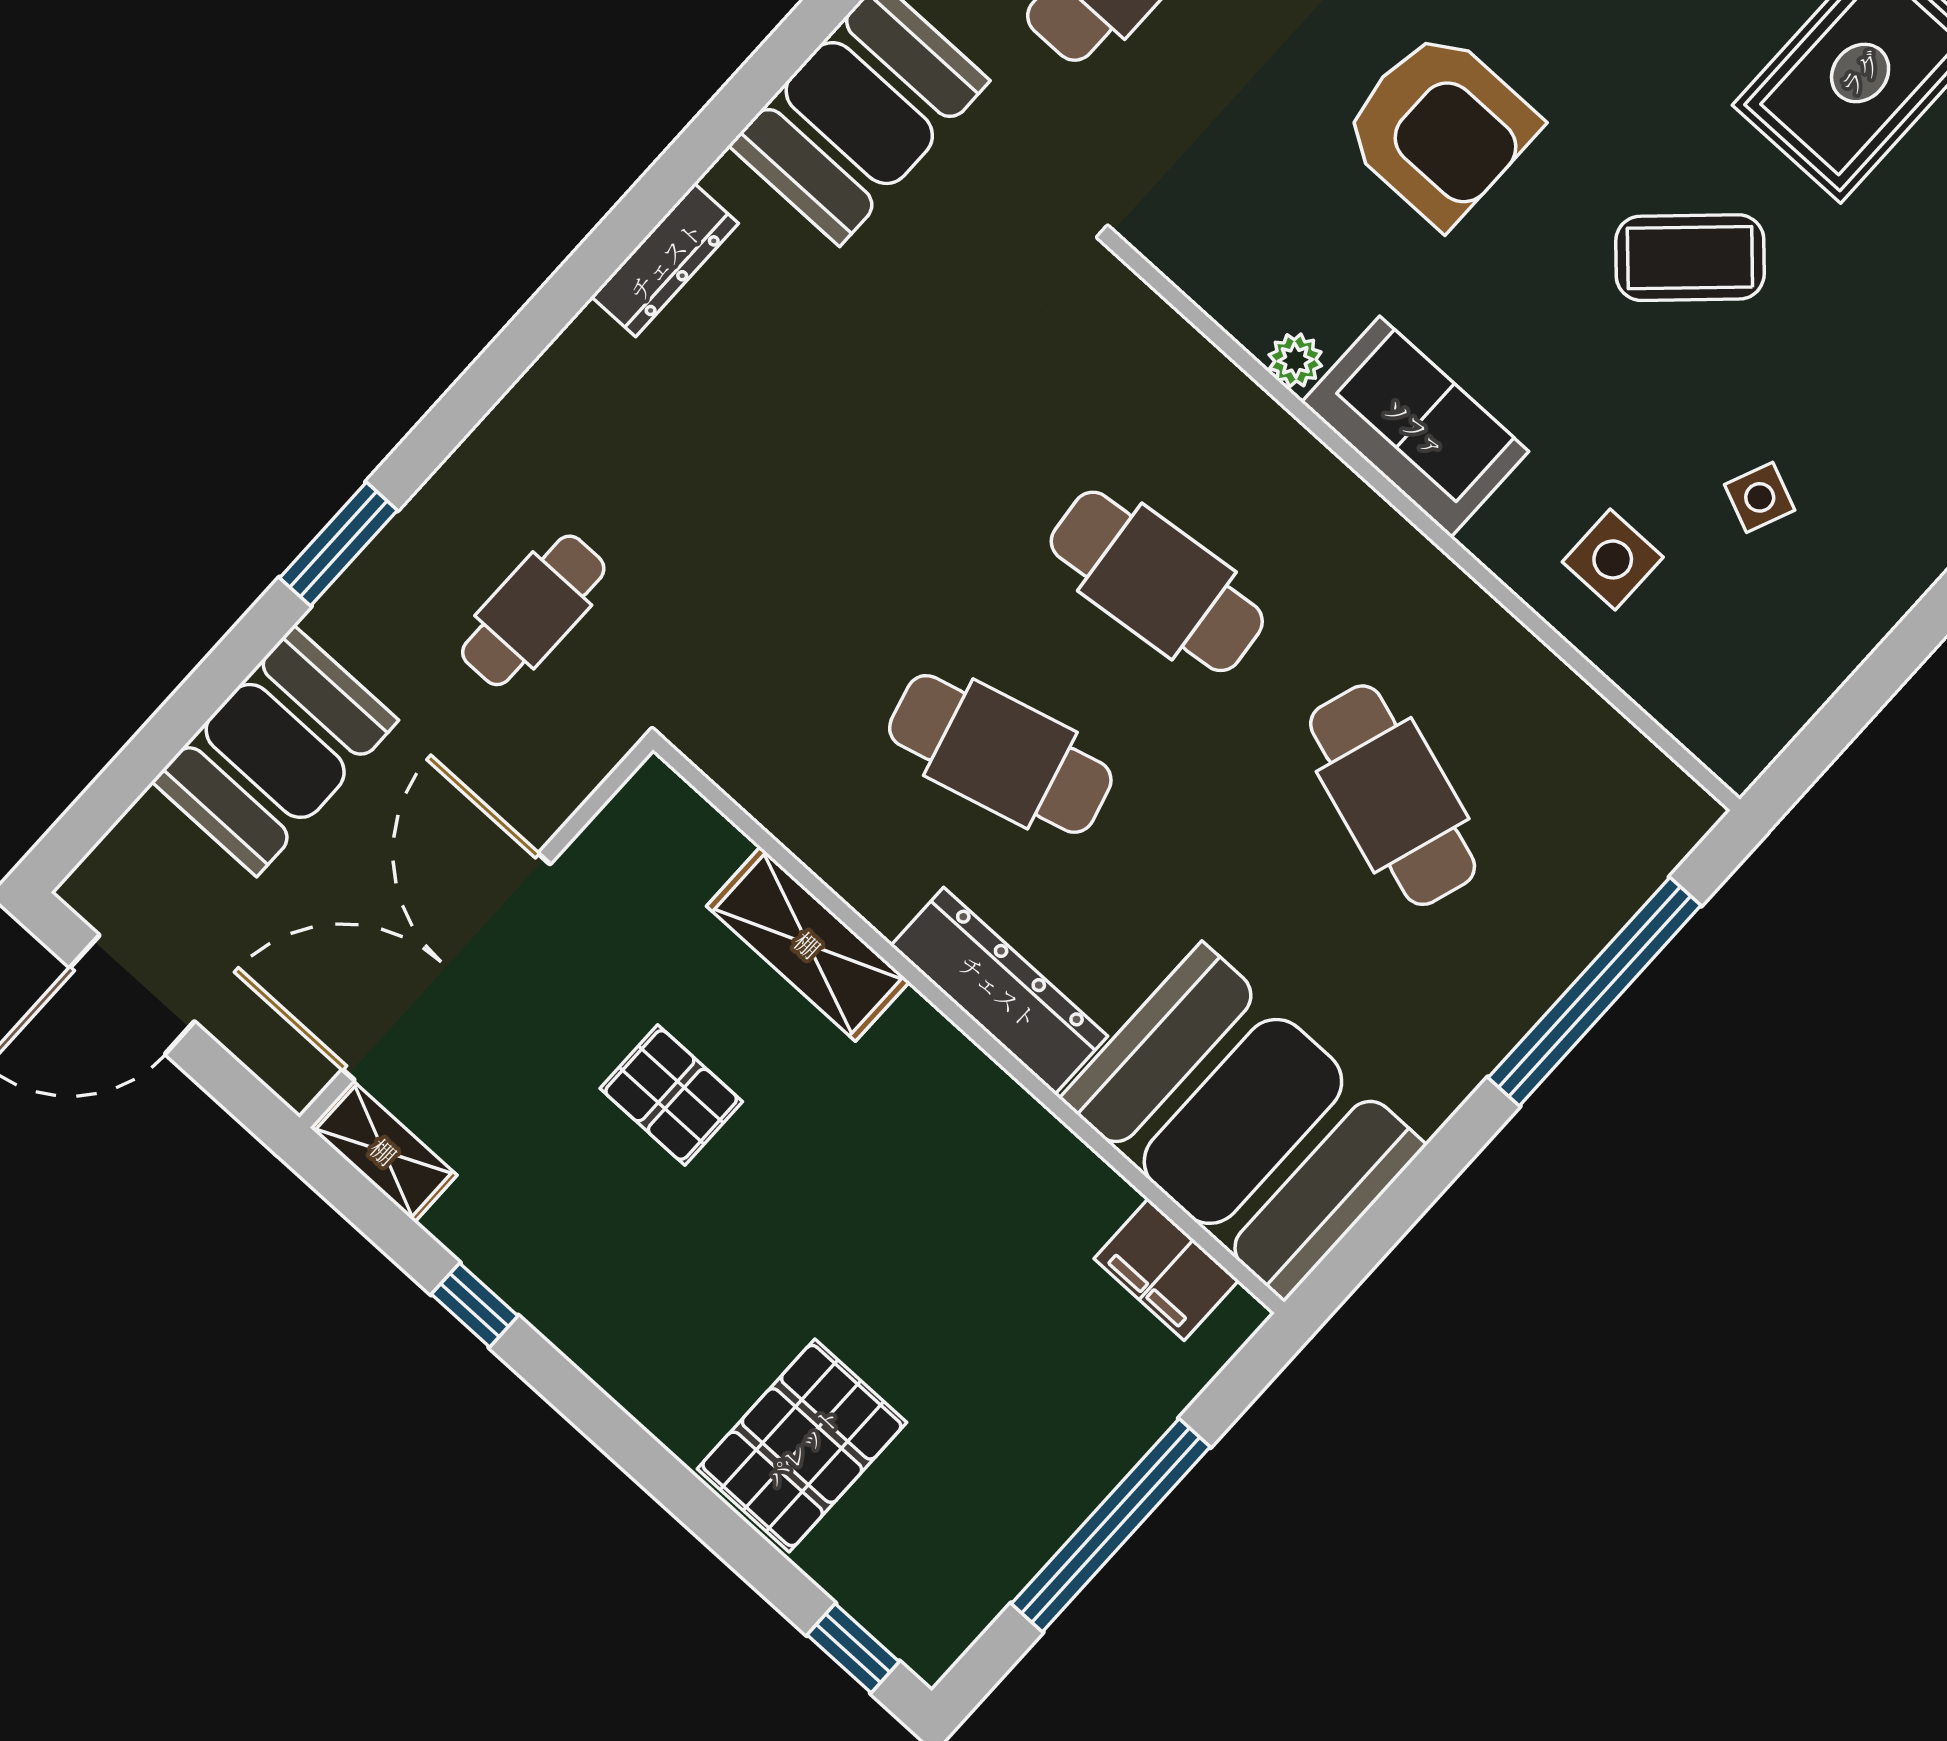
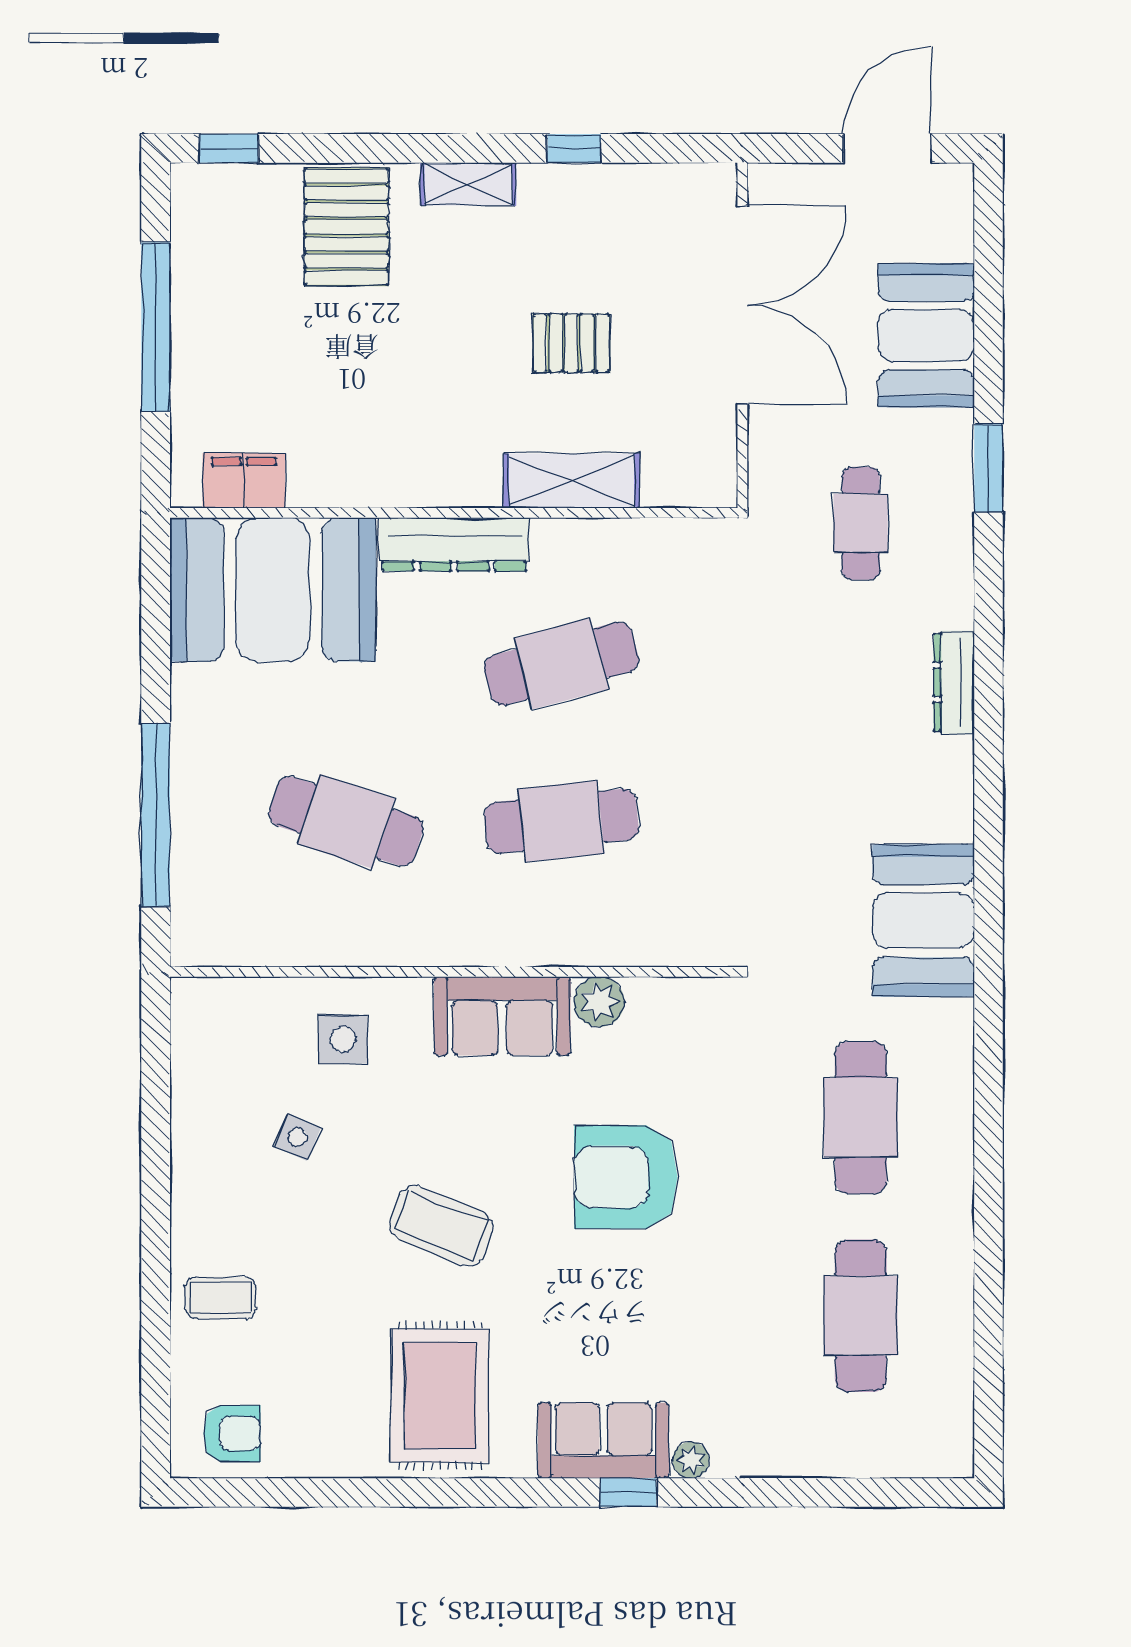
coffee table: (1690, 258) -> (441, 1226), turned 65
dresser: (665, 260) -> (954, 682), moved
plant: (1295, 360) -> (599, 1002), width x1.38, depth x1.38
shelving: (384, 1151) -> (468, 184), moved

